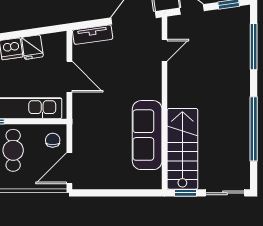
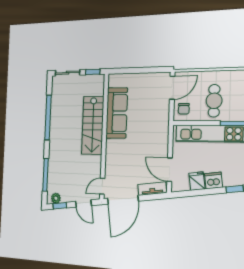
plant: (235, 14) -> (56, 198), added
door: (165, 50) -> (102, 186), moved
door: (69, 77) -> (170, 170), moved
stairs: (182, 149) -> (93, 125), moved

